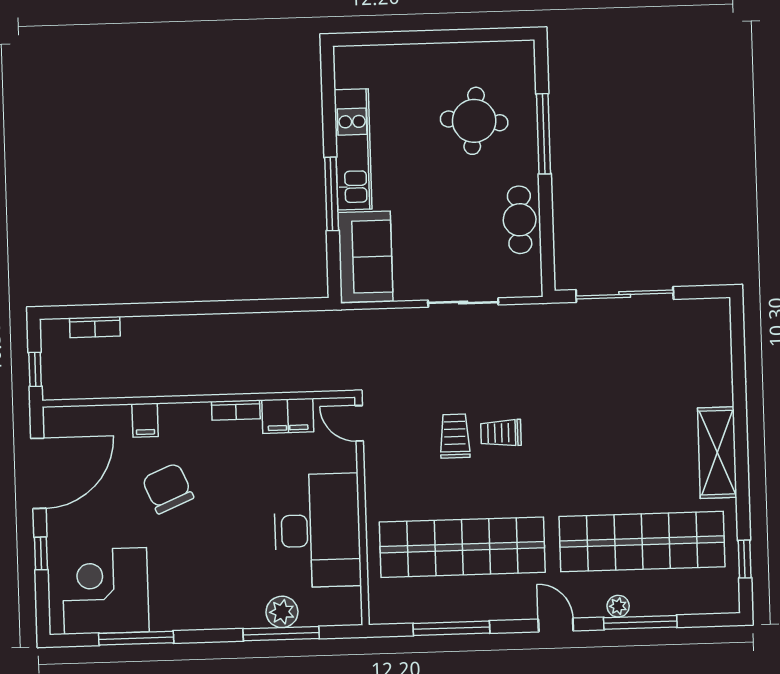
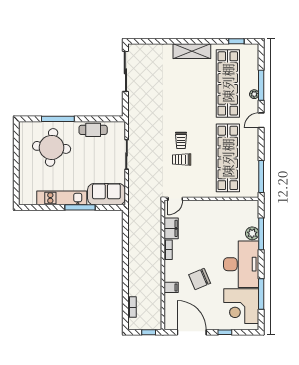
round table: (474, 121) -> (52, 147), width x1.36, depth x1.36
sliding door: (625, 294) -> (125, 71), moved
desk: (317, 530) -> (241, 264), moved, turned 90
window: (451, 628) -> (261, 176), moved

